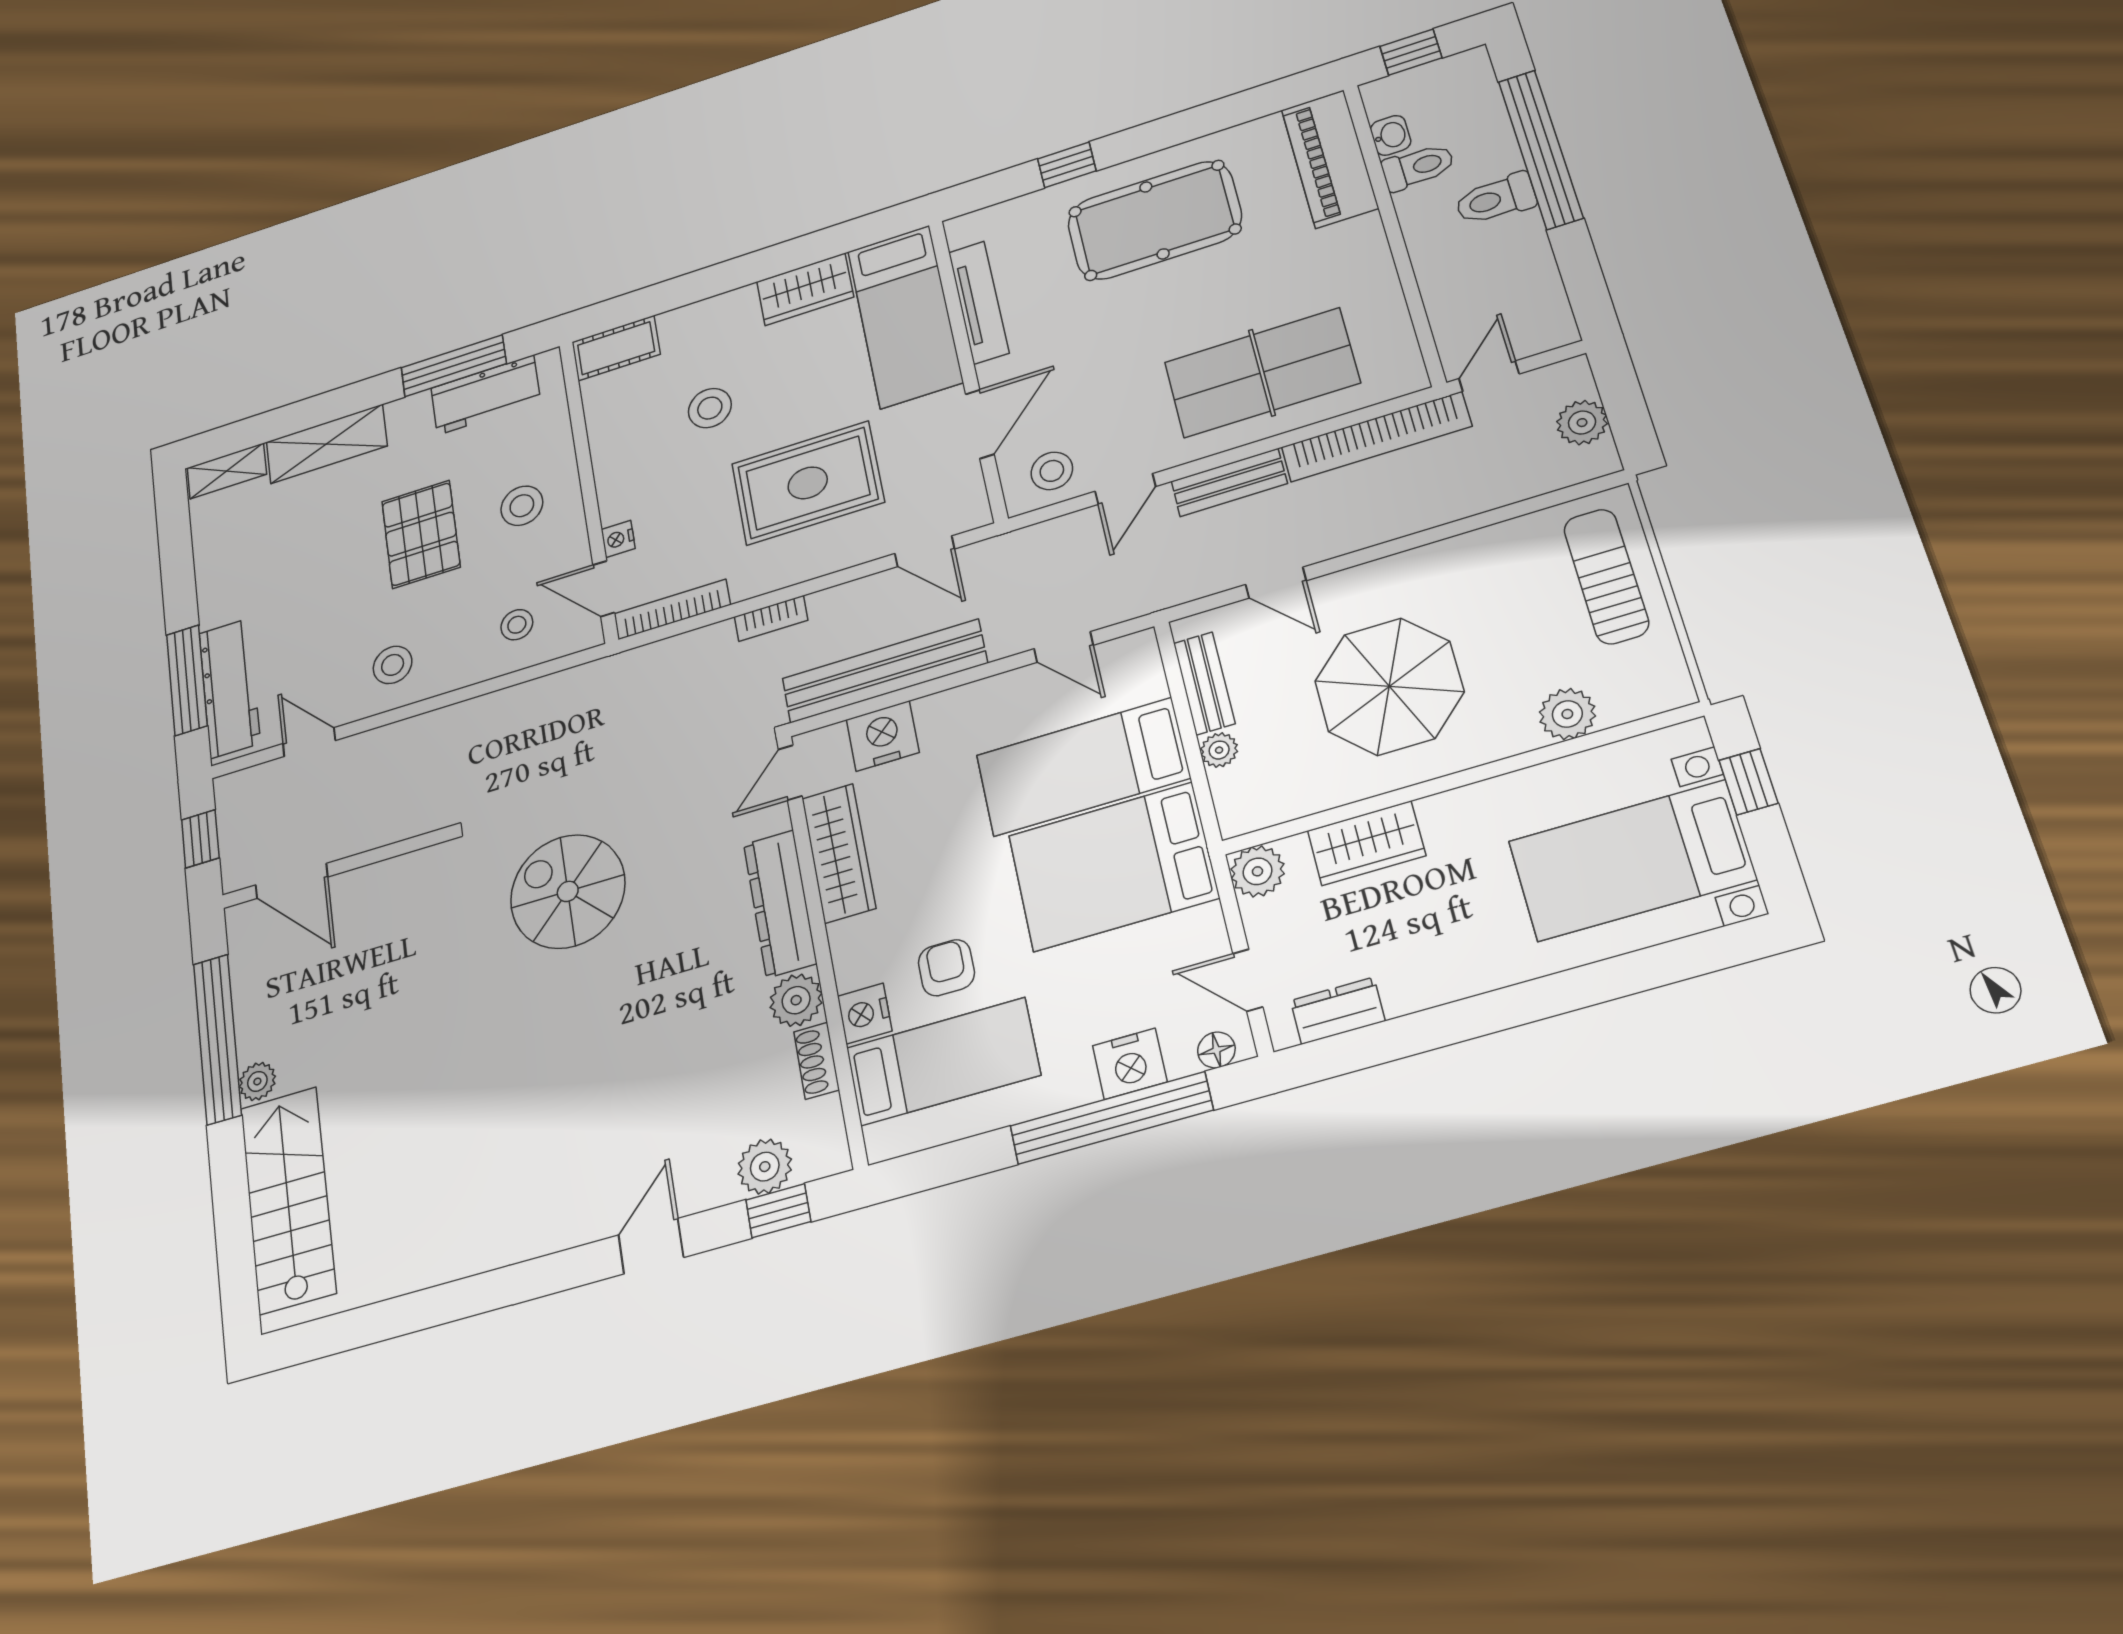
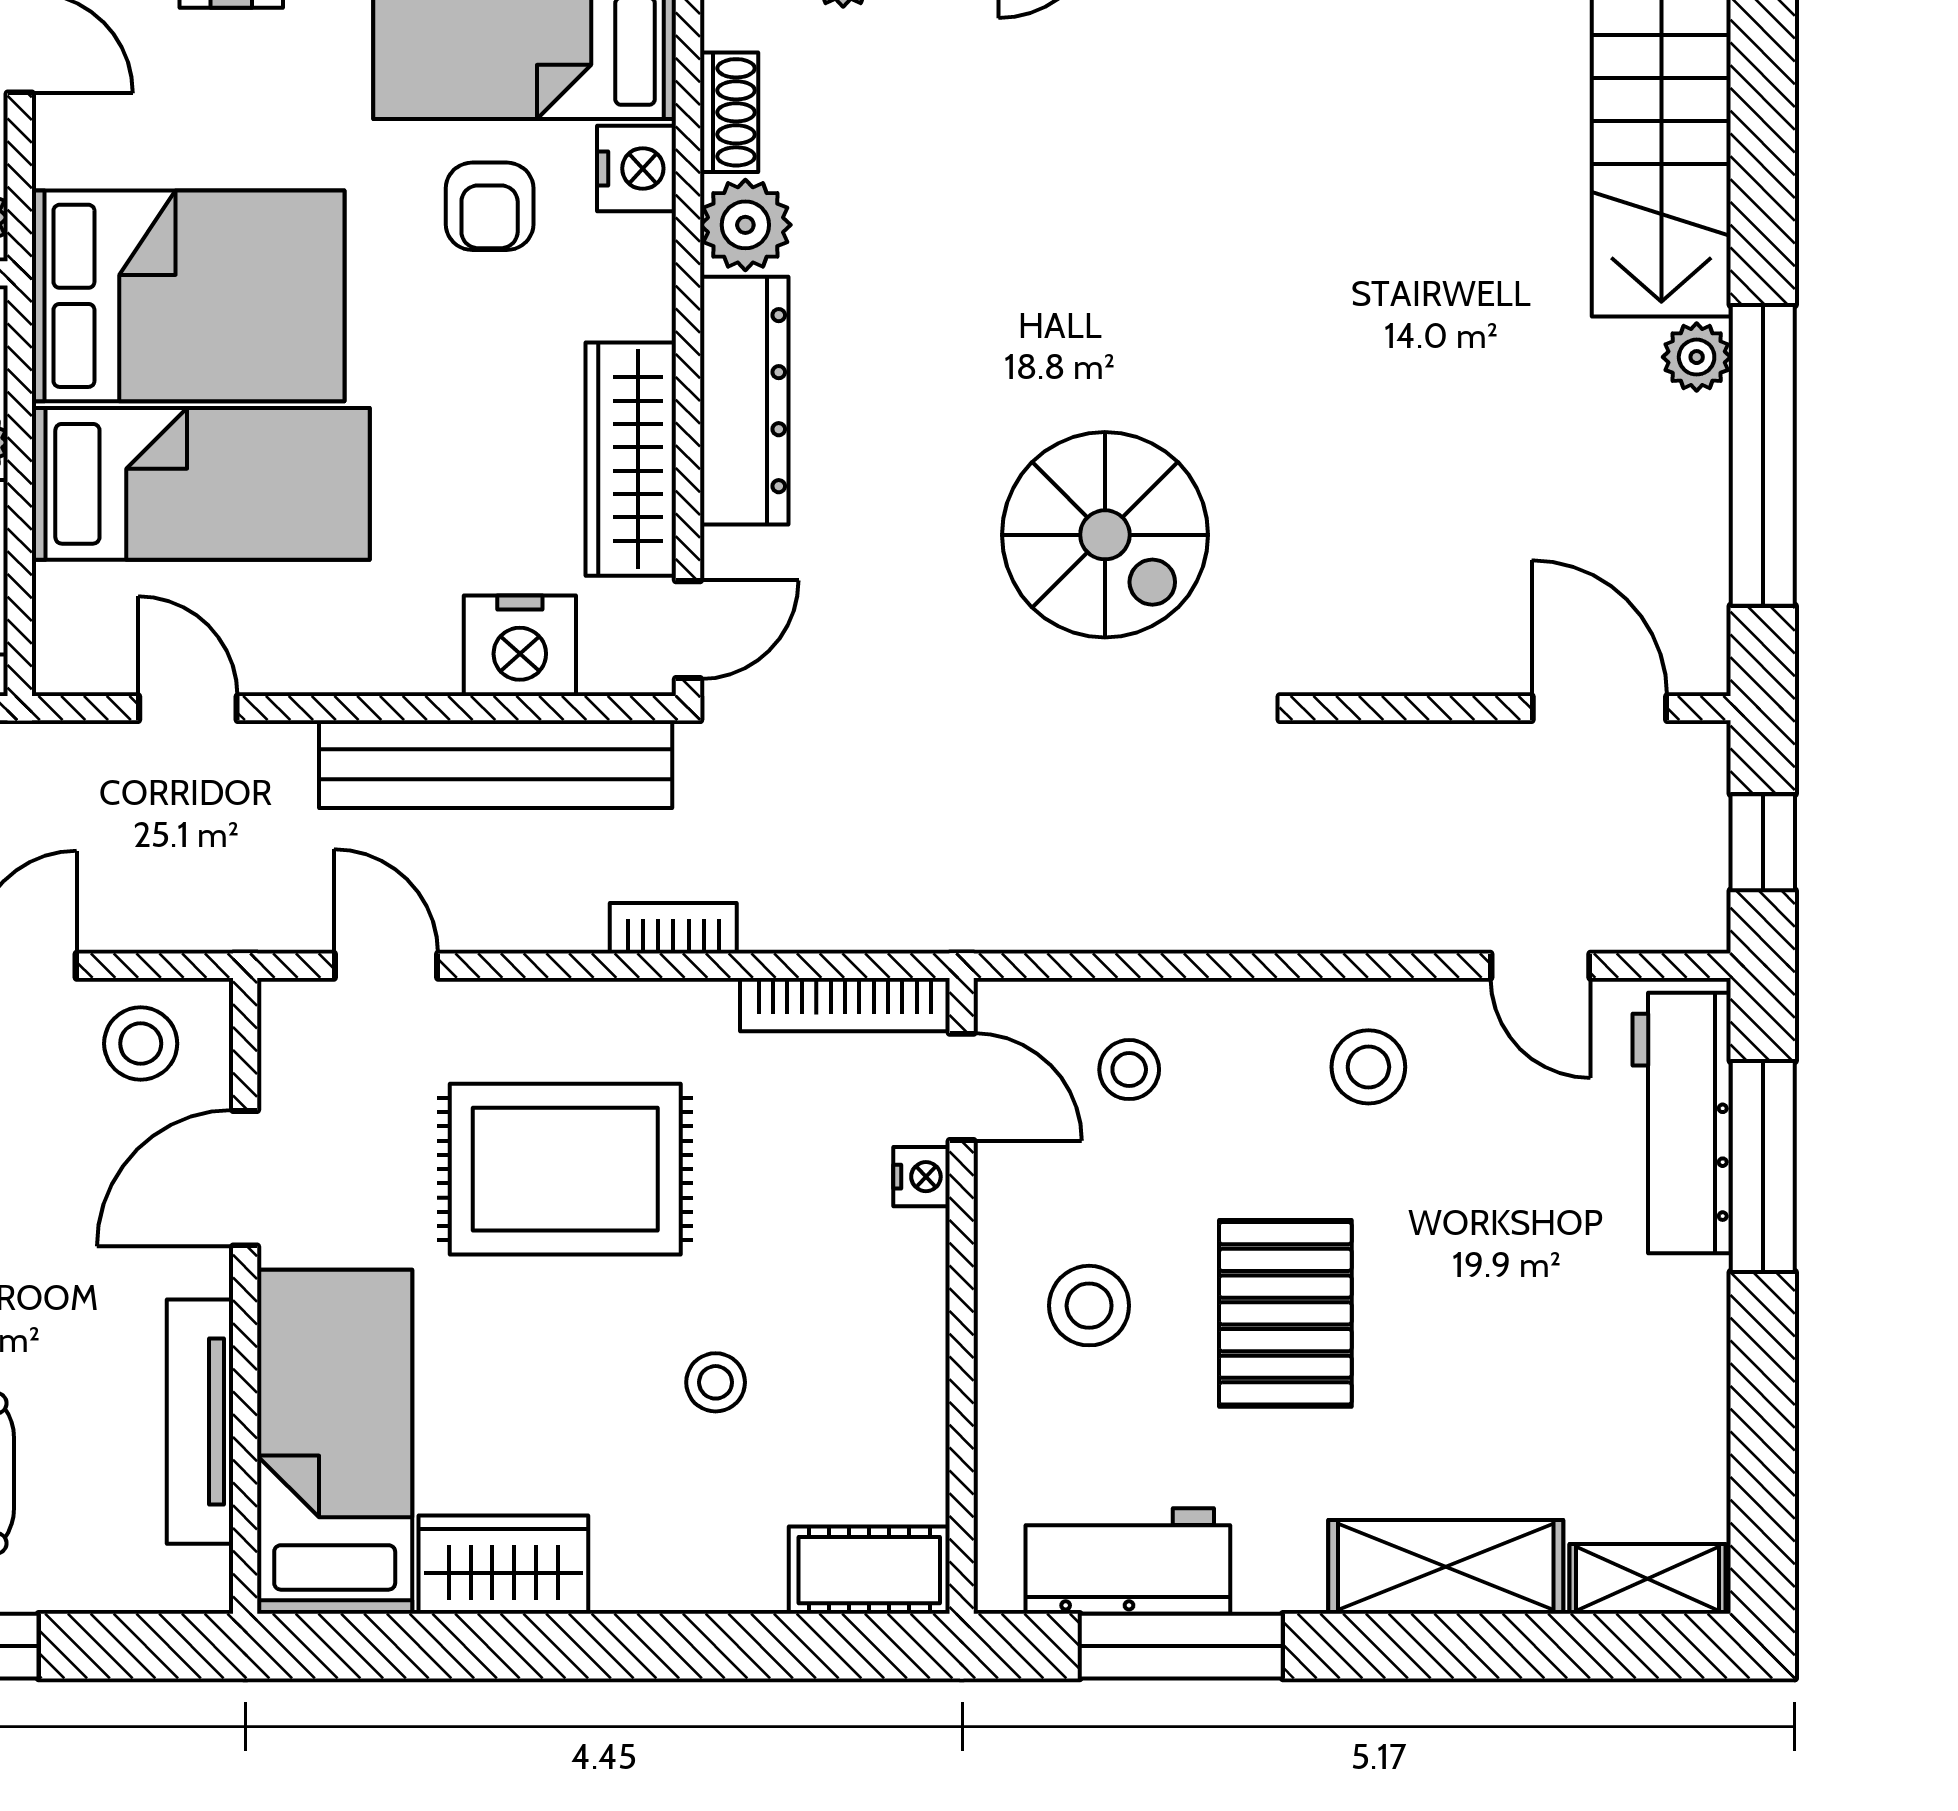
stool: (710, 408) -> (716, 1382), width x0.73, depth x0.73

